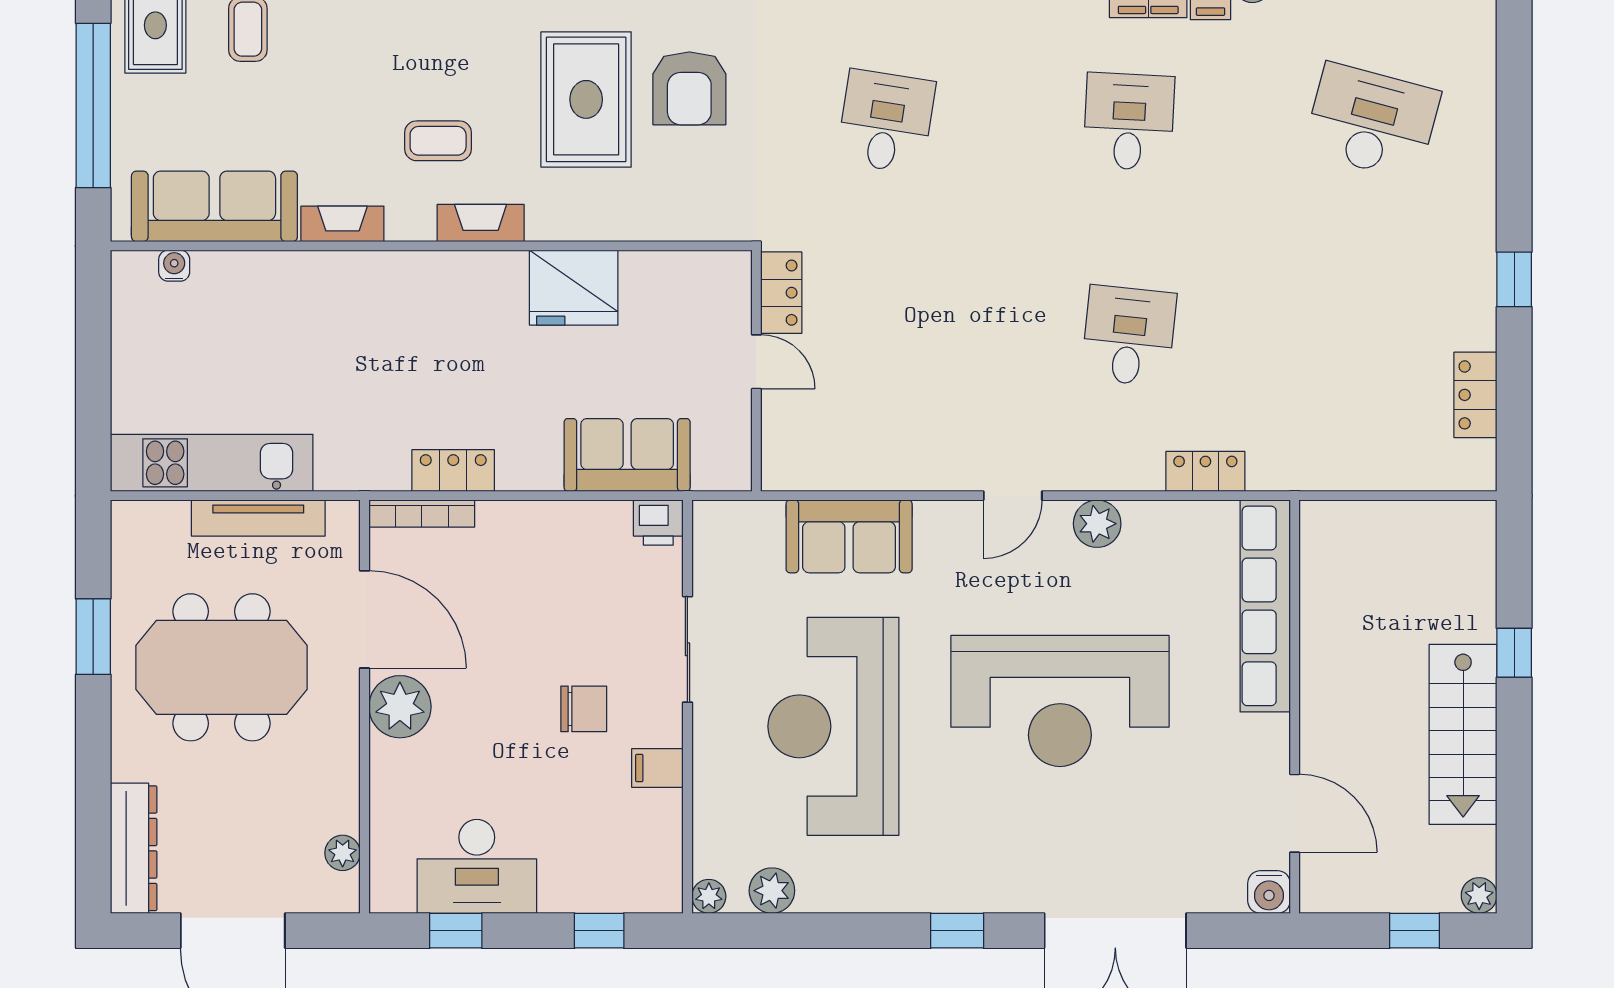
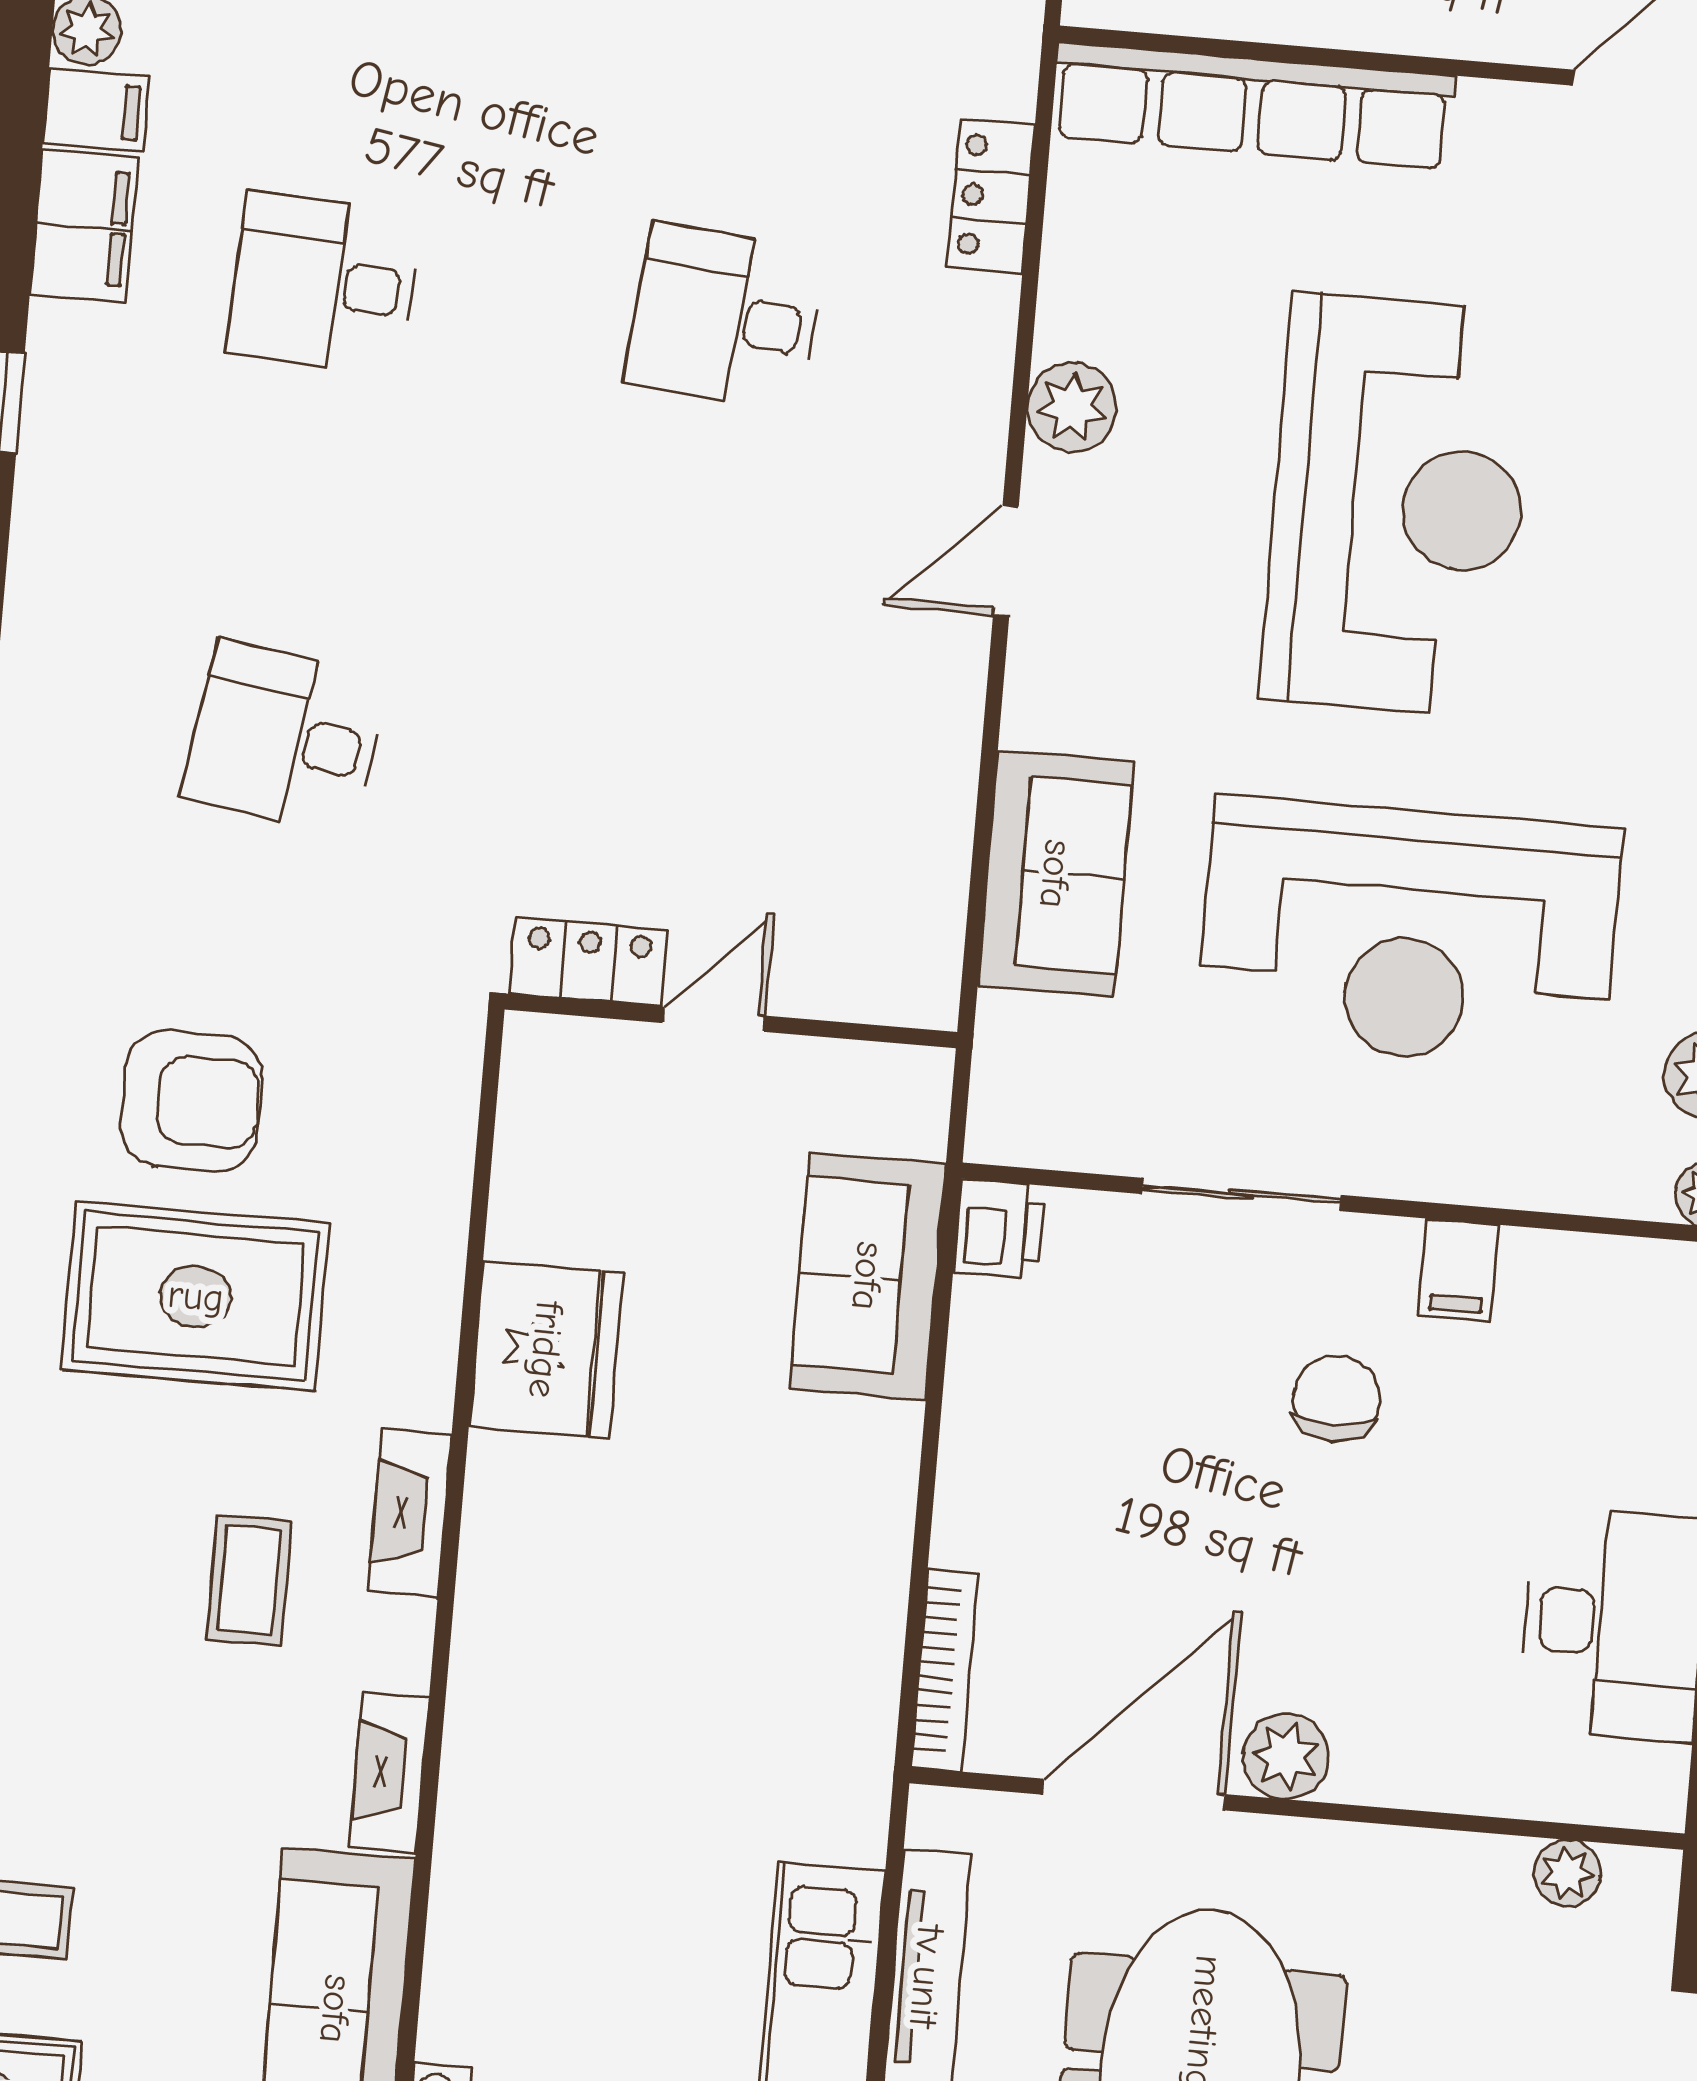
locker: (453, 471) -> (869, 1604), removed
door: (1013, 496) -> (1006, 561), swing flipped
plant: (400, 707) -> (1286, 1756), width x0.73, depth x0.73

